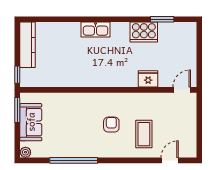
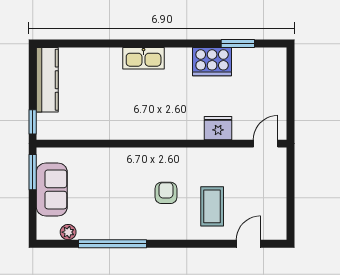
plant: (25, 152) -> (68, 232), moved

